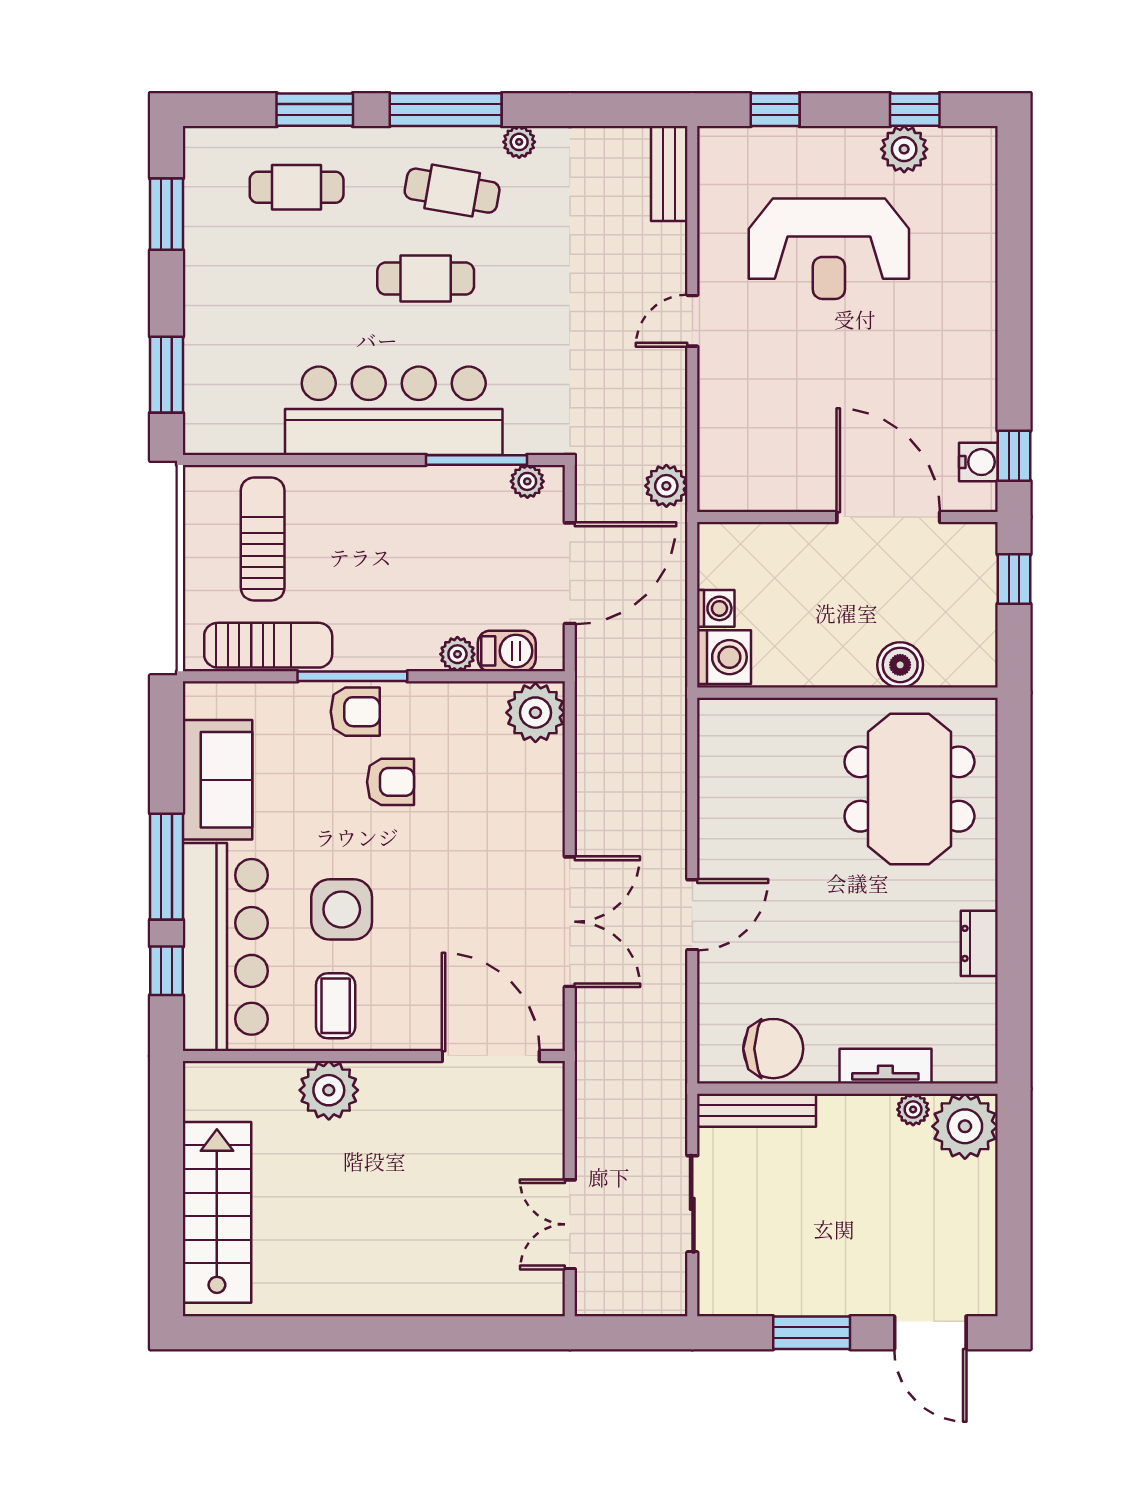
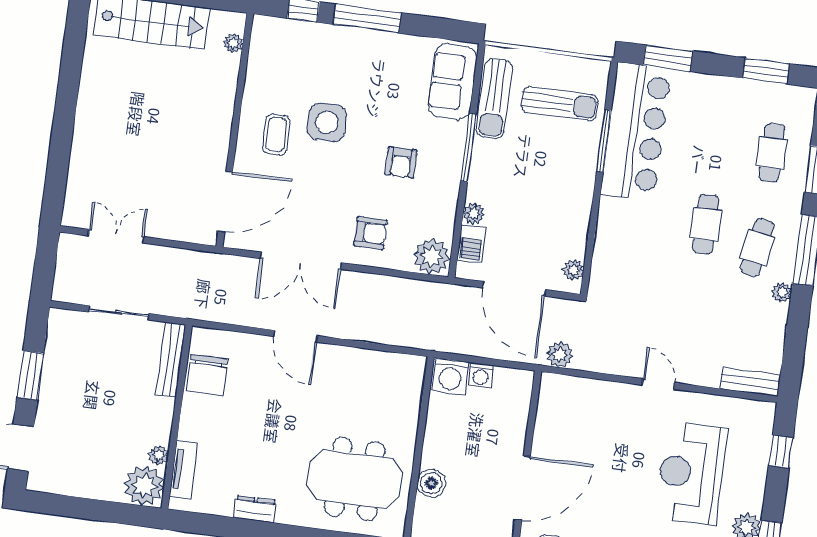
bar counter: (394, 411) -> (636, 132), moved
window: (477, 460) -> (604, 141), moved
armchair: (355, 712) -> (370, 233), moved, turned -90
sofa: (217, 780) -> (453, 82), moved, turned 90
bar counter: (225, 947) -> (313, 48), removed
coffee table: (336, 1006) -> (276, 135), moved, turned 90
tv unit: (885, 1066) -> (184, 470), moved
plant: (329, 1090) -> (233, 43), moved, width x0.53, depth x0.53

